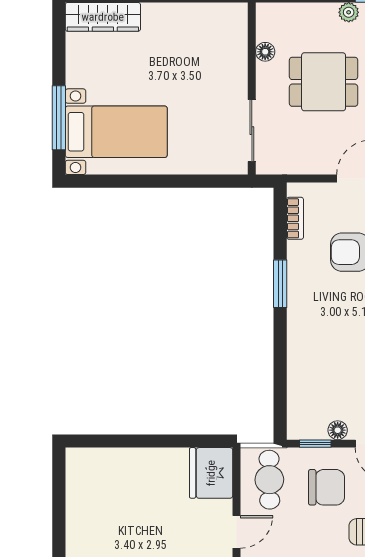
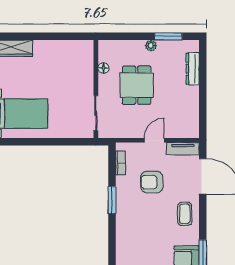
dining table: (324, 82) -> (137, 85), turned 90

